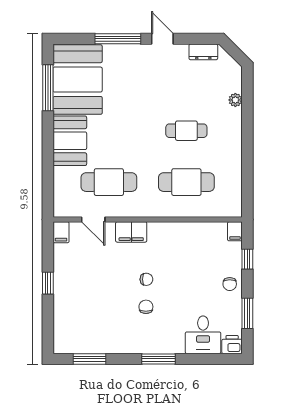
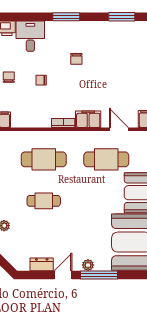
door: (162, 39) -> (63, 275), swing flipped
plant: (131, 51) -> (88, 265), added
dresser: (203, 52) -> (42, 264), moved
bookcase: (162, 227) -> (63, 123), added
chair: (146, 279) -> (41, 80), moved

